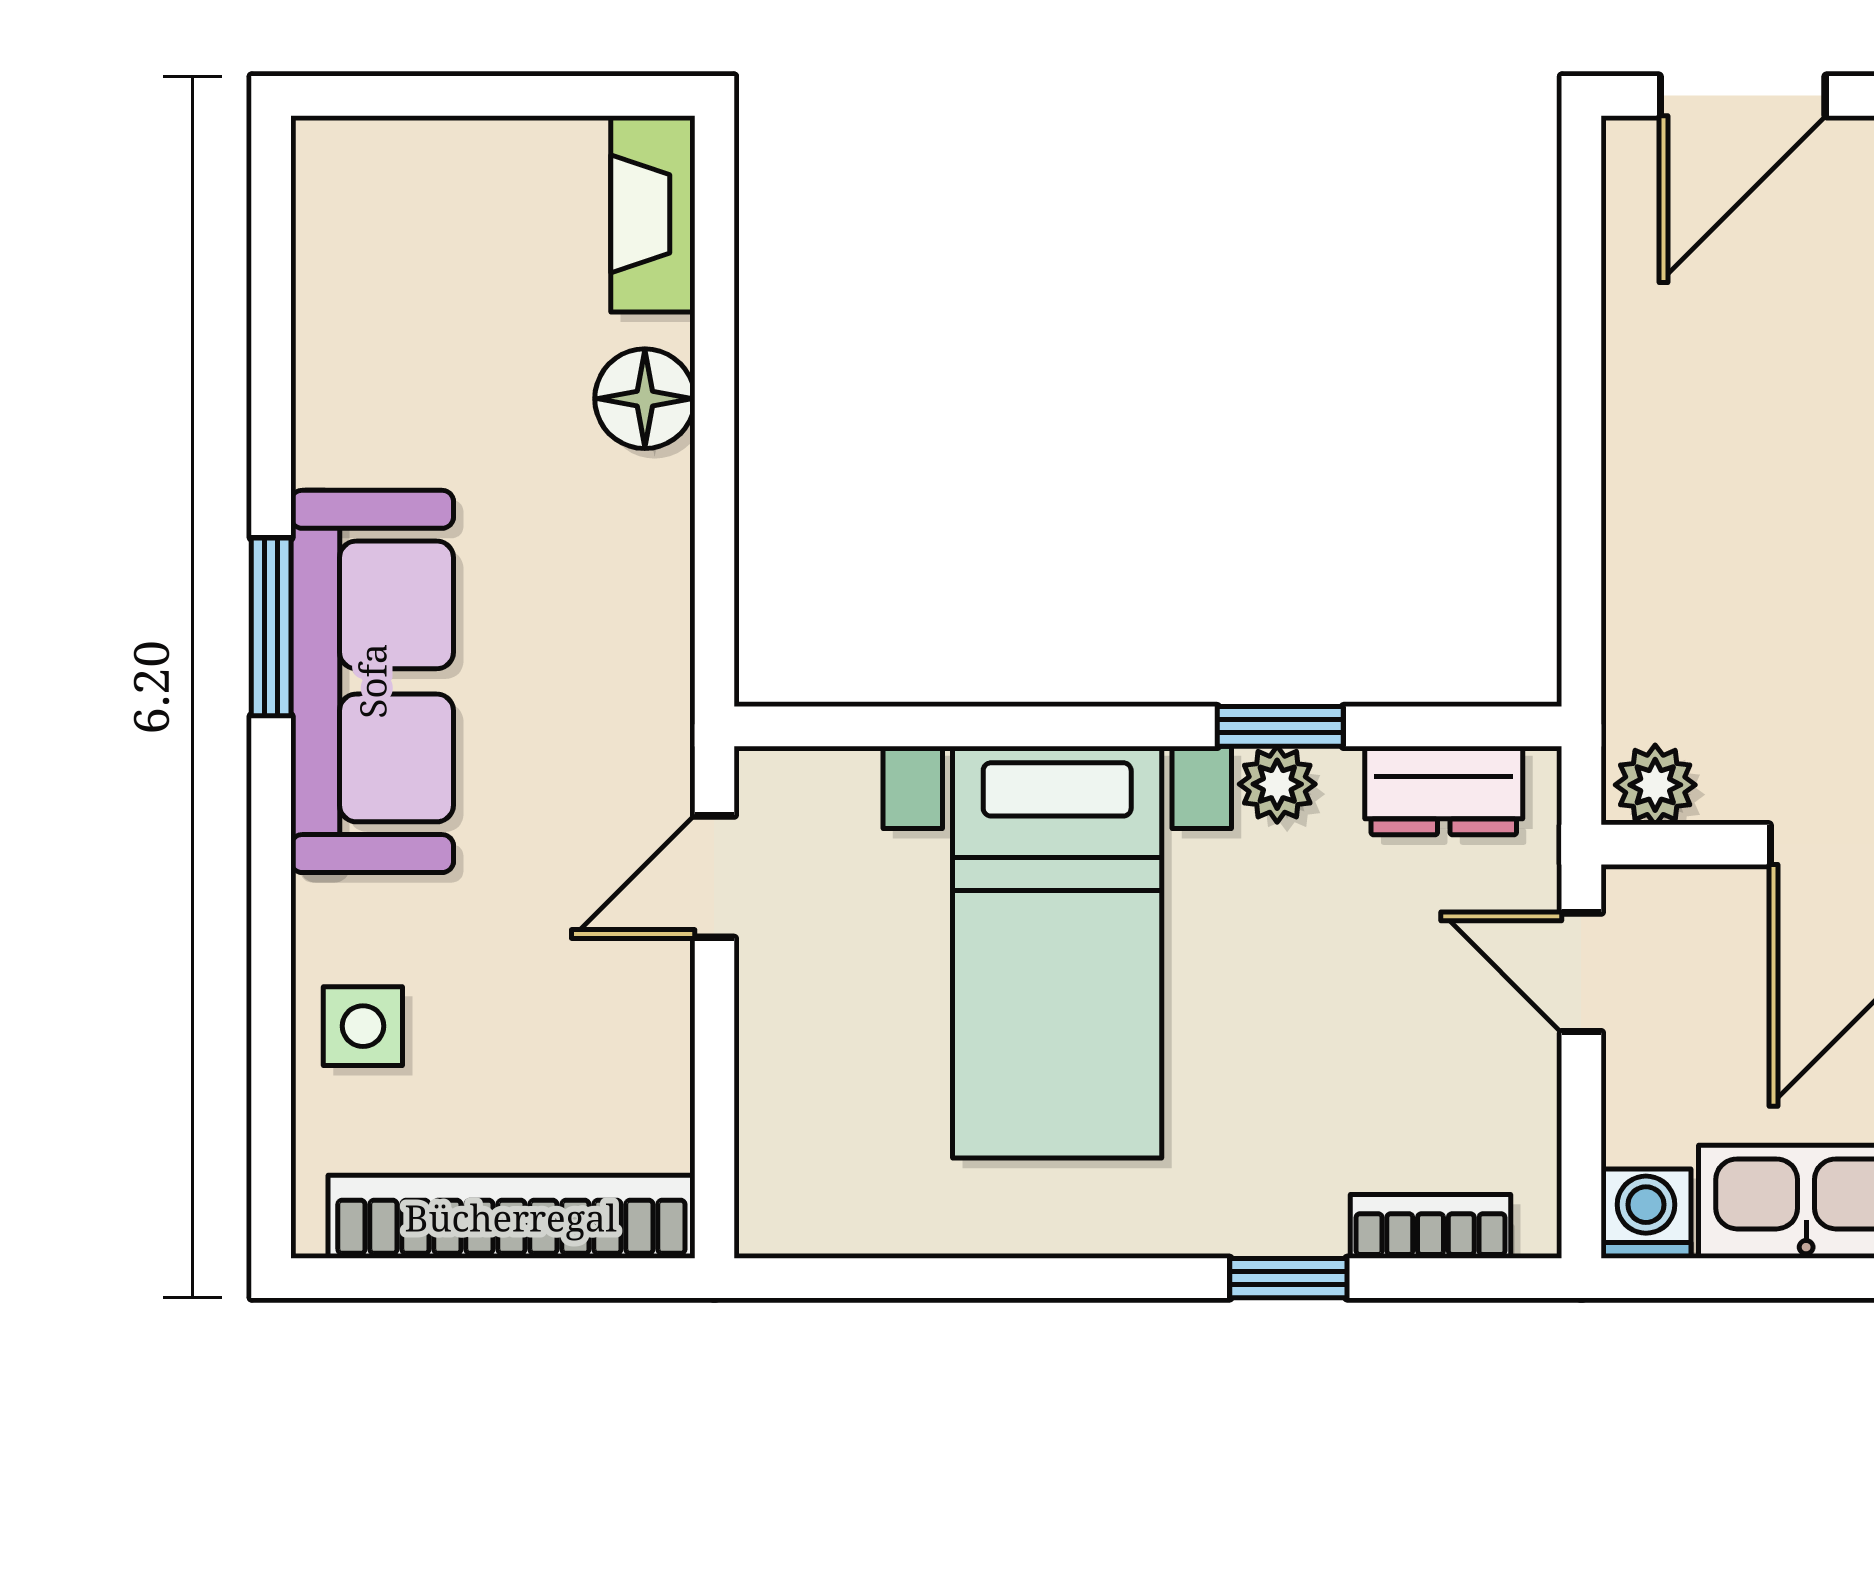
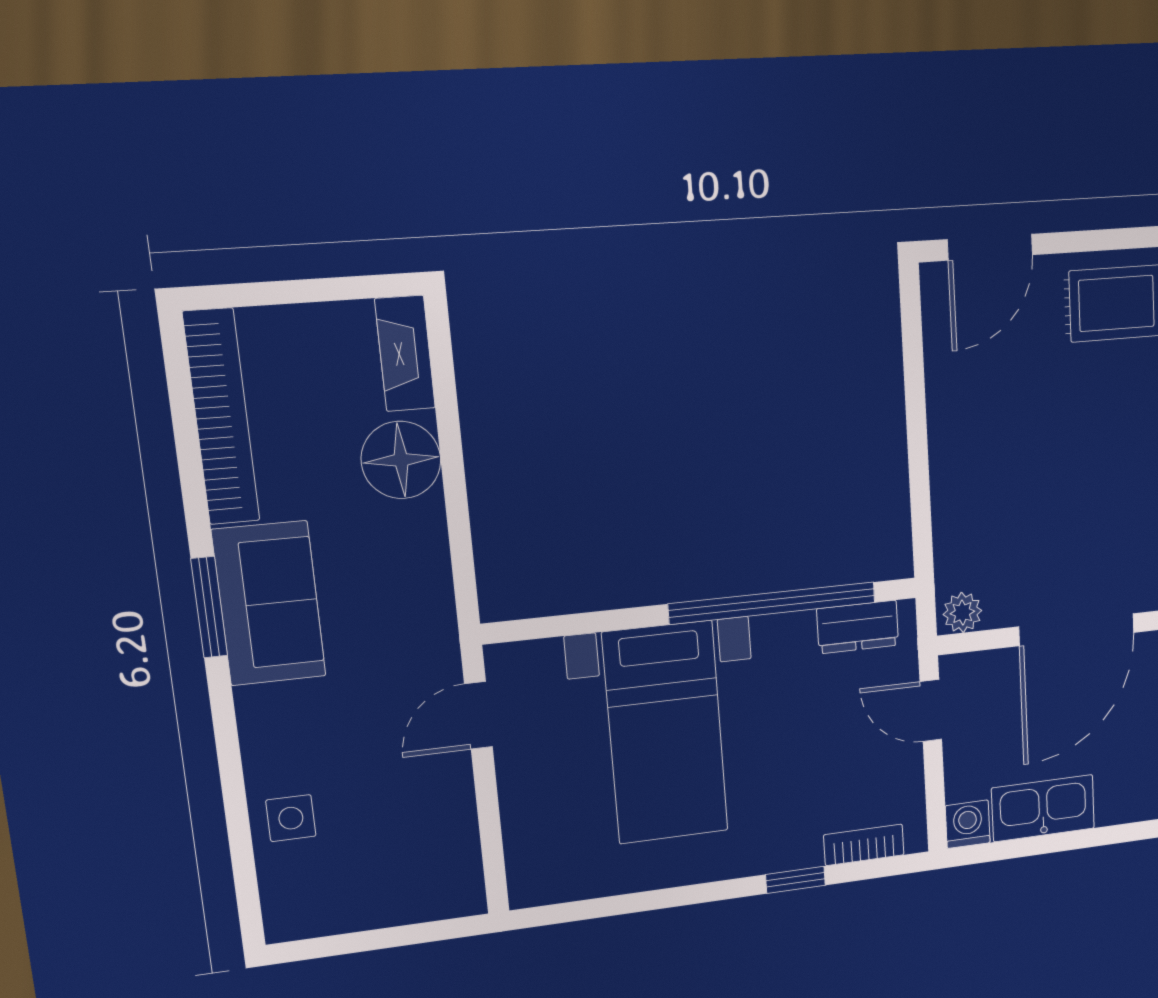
floor lamp: (645, 399) -> (401, 460), width x1.38, depth x1.38
sofa: (372, 681) -> (269, 603), width x0.73
window: (1280, 726) -> (773, 603), width x3.17
plant: (1277, 784) -> (773, 633), removed
bookcase: (511, 1217) -> (221, 417), moved, turned 90

